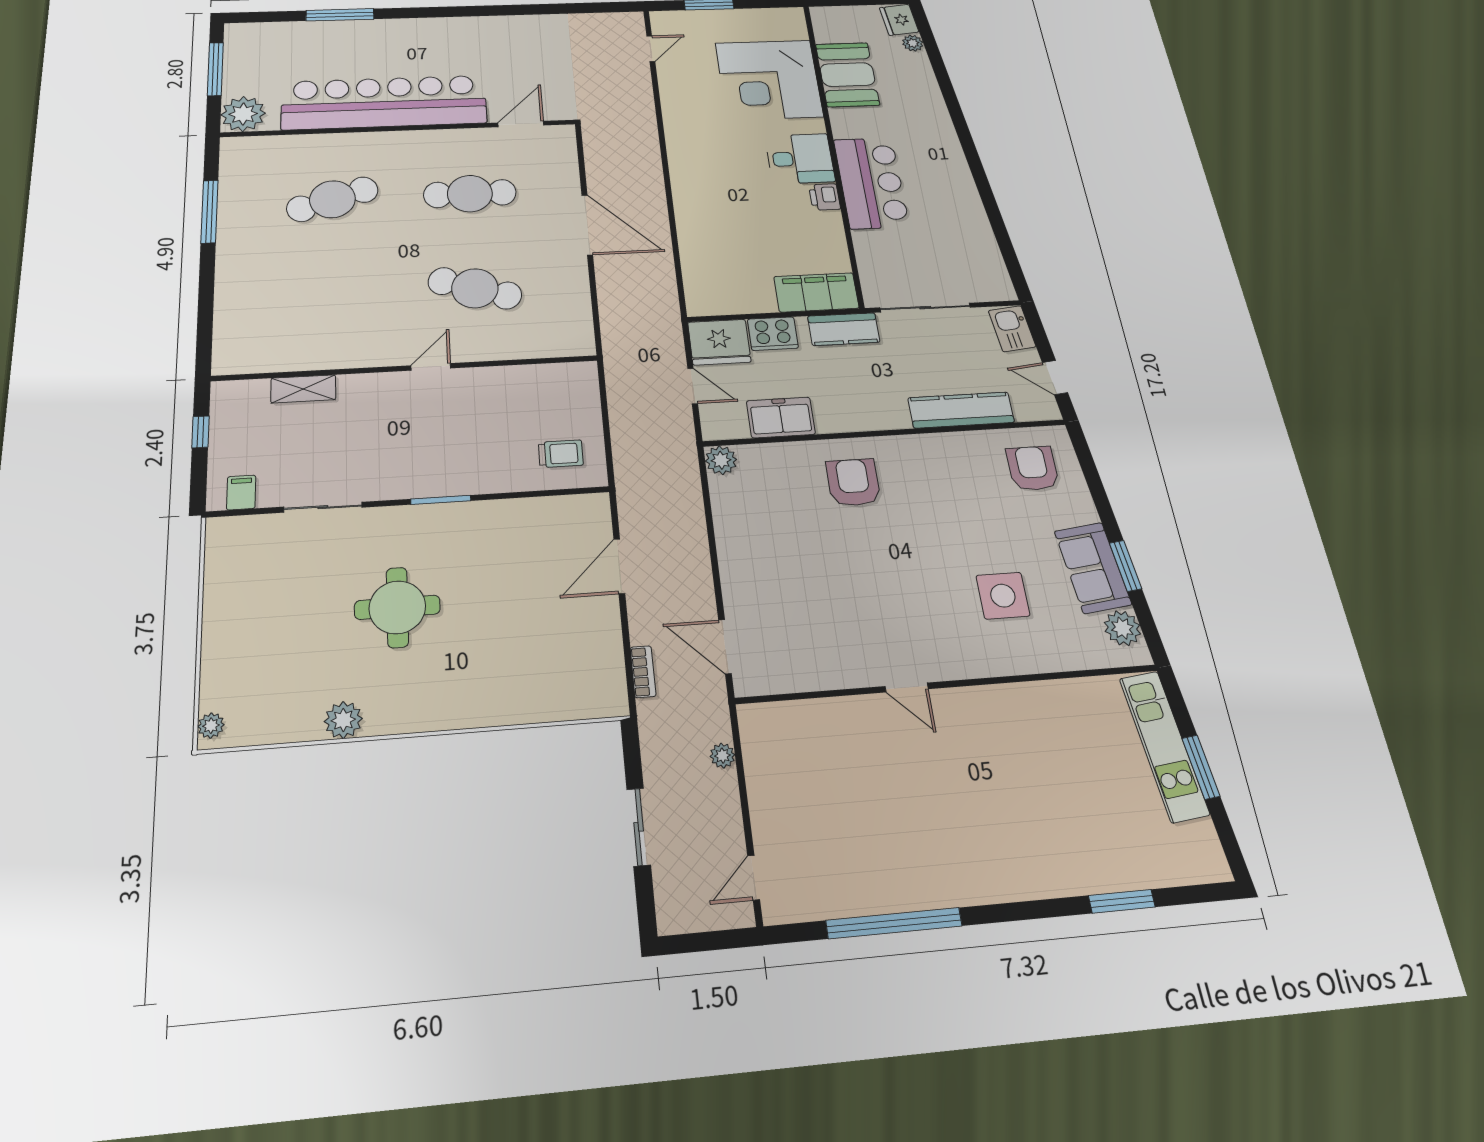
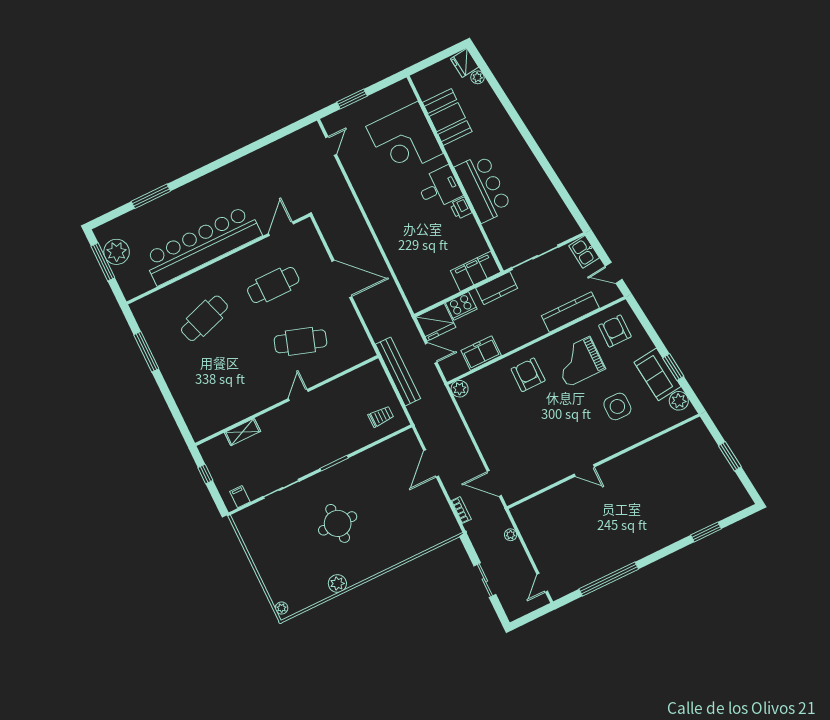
plant: (243, 114) -> (117, 252), moved
bench: (622, 394) -> (398, 371), added
grand piano: (952, 494) -> (579, 362), added
kitchen unit: (1164, 746) -> (711, 452), removed

